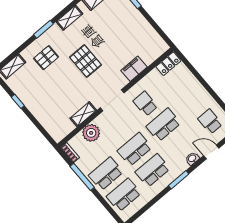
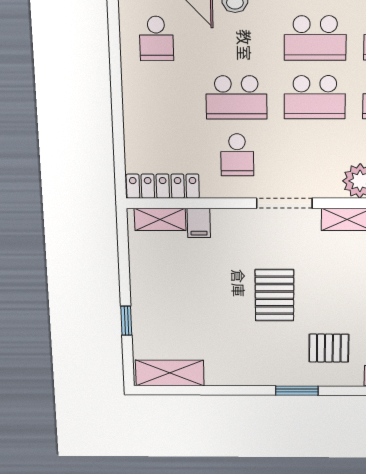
shelving: (69, 18) -> (160, 219), moved
locker: (168, 64) -> (163, 186), width x1.53
filing cabinet: (134, 69) -> (199, 223), width x0.50

